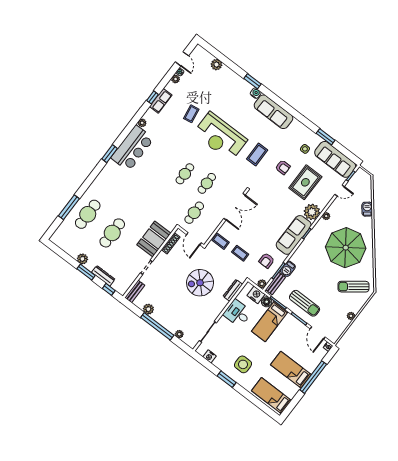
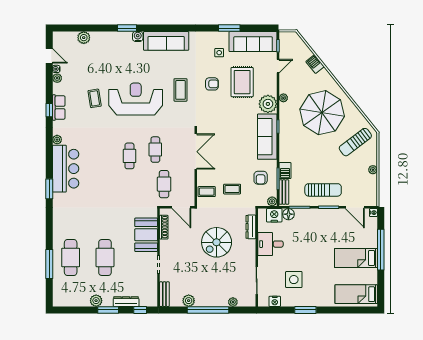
reception desk: (220, 137) -> (136, 99), turned 180
bed: (270, 322) -> (305, 230), removed
side table: (243, 364) -> (294, 280), moved

